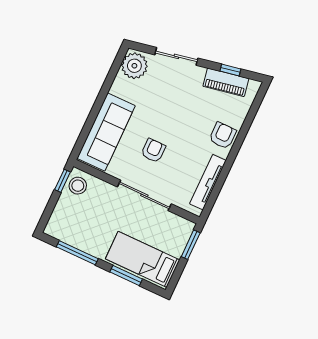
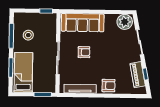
stool: (78, 186) -> (28, 35), moved

